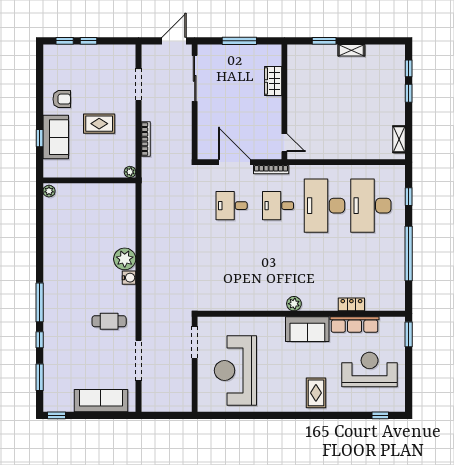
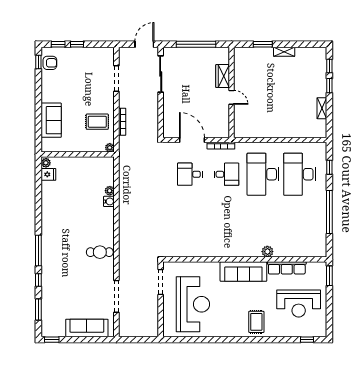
window: (239, 41) -> (196, 44), width x1.46
armchair: (62, 99) -> (50, 63), moved
rug: (99, 124) -> (97, 122), moved
window: (40, 138) -> (38, 62), moved
shelving: (399, 139) -> (322, 108), moved
door: (284, 143) -> (231, 97), moved
fridge: (52, 206) -> (48, 174), added
desk: (278, 206) -> (226, 174), turned 180
plant: (125, 259) -> (110, 191), moved, width x0.53, depth x0.53
water cooler: (129, 278) -> (109, 201), moved
plant: (294, 304) -> (267, 252), moved
locker: (351, 304) -> (284, 252), removed
cafe table: (109, 321) -> (100, 252), moved
sofa: (307, 329) -> (243, 272), width x1.36
reception desk: (370, 369) -> (299, 303), turned 180
reception desk: (235, 371) -> (193, 304), turned 180

